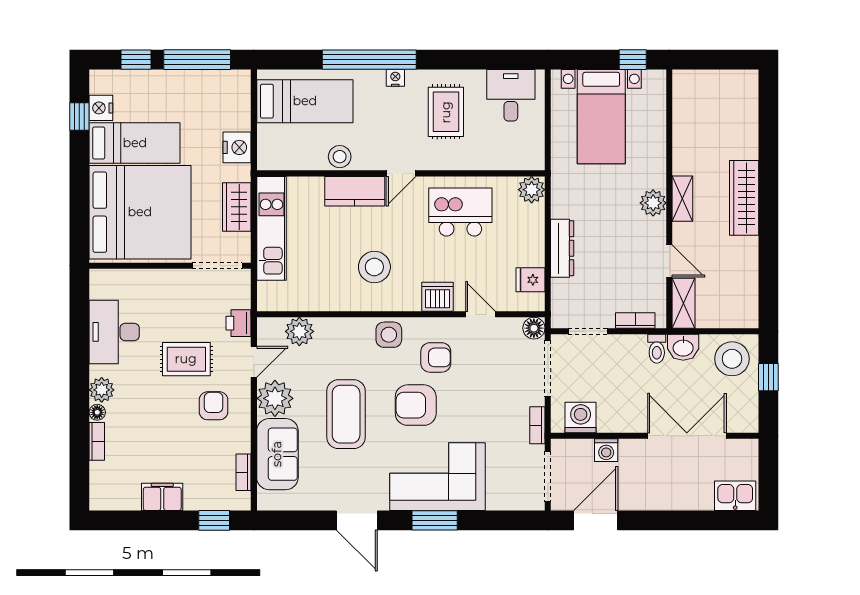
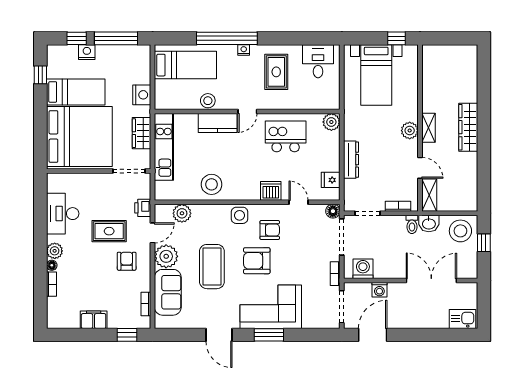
nightstand: (101, 108) -> (87, 52), moved, turned 90
stool: (374, 267) -> (212, 184), moved

